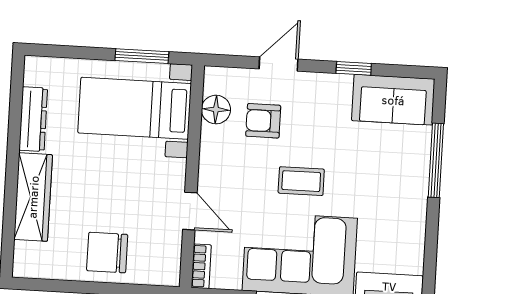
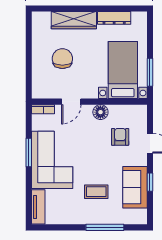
sofa: (393, 100) -> (135, 187), moved
floor lamp: (216, 110) -> (100, 112), moved
coffee table: (301, 181) -> (96, 192), moved, turned 90
chair: (107, 253) -> (62, 59), moved

